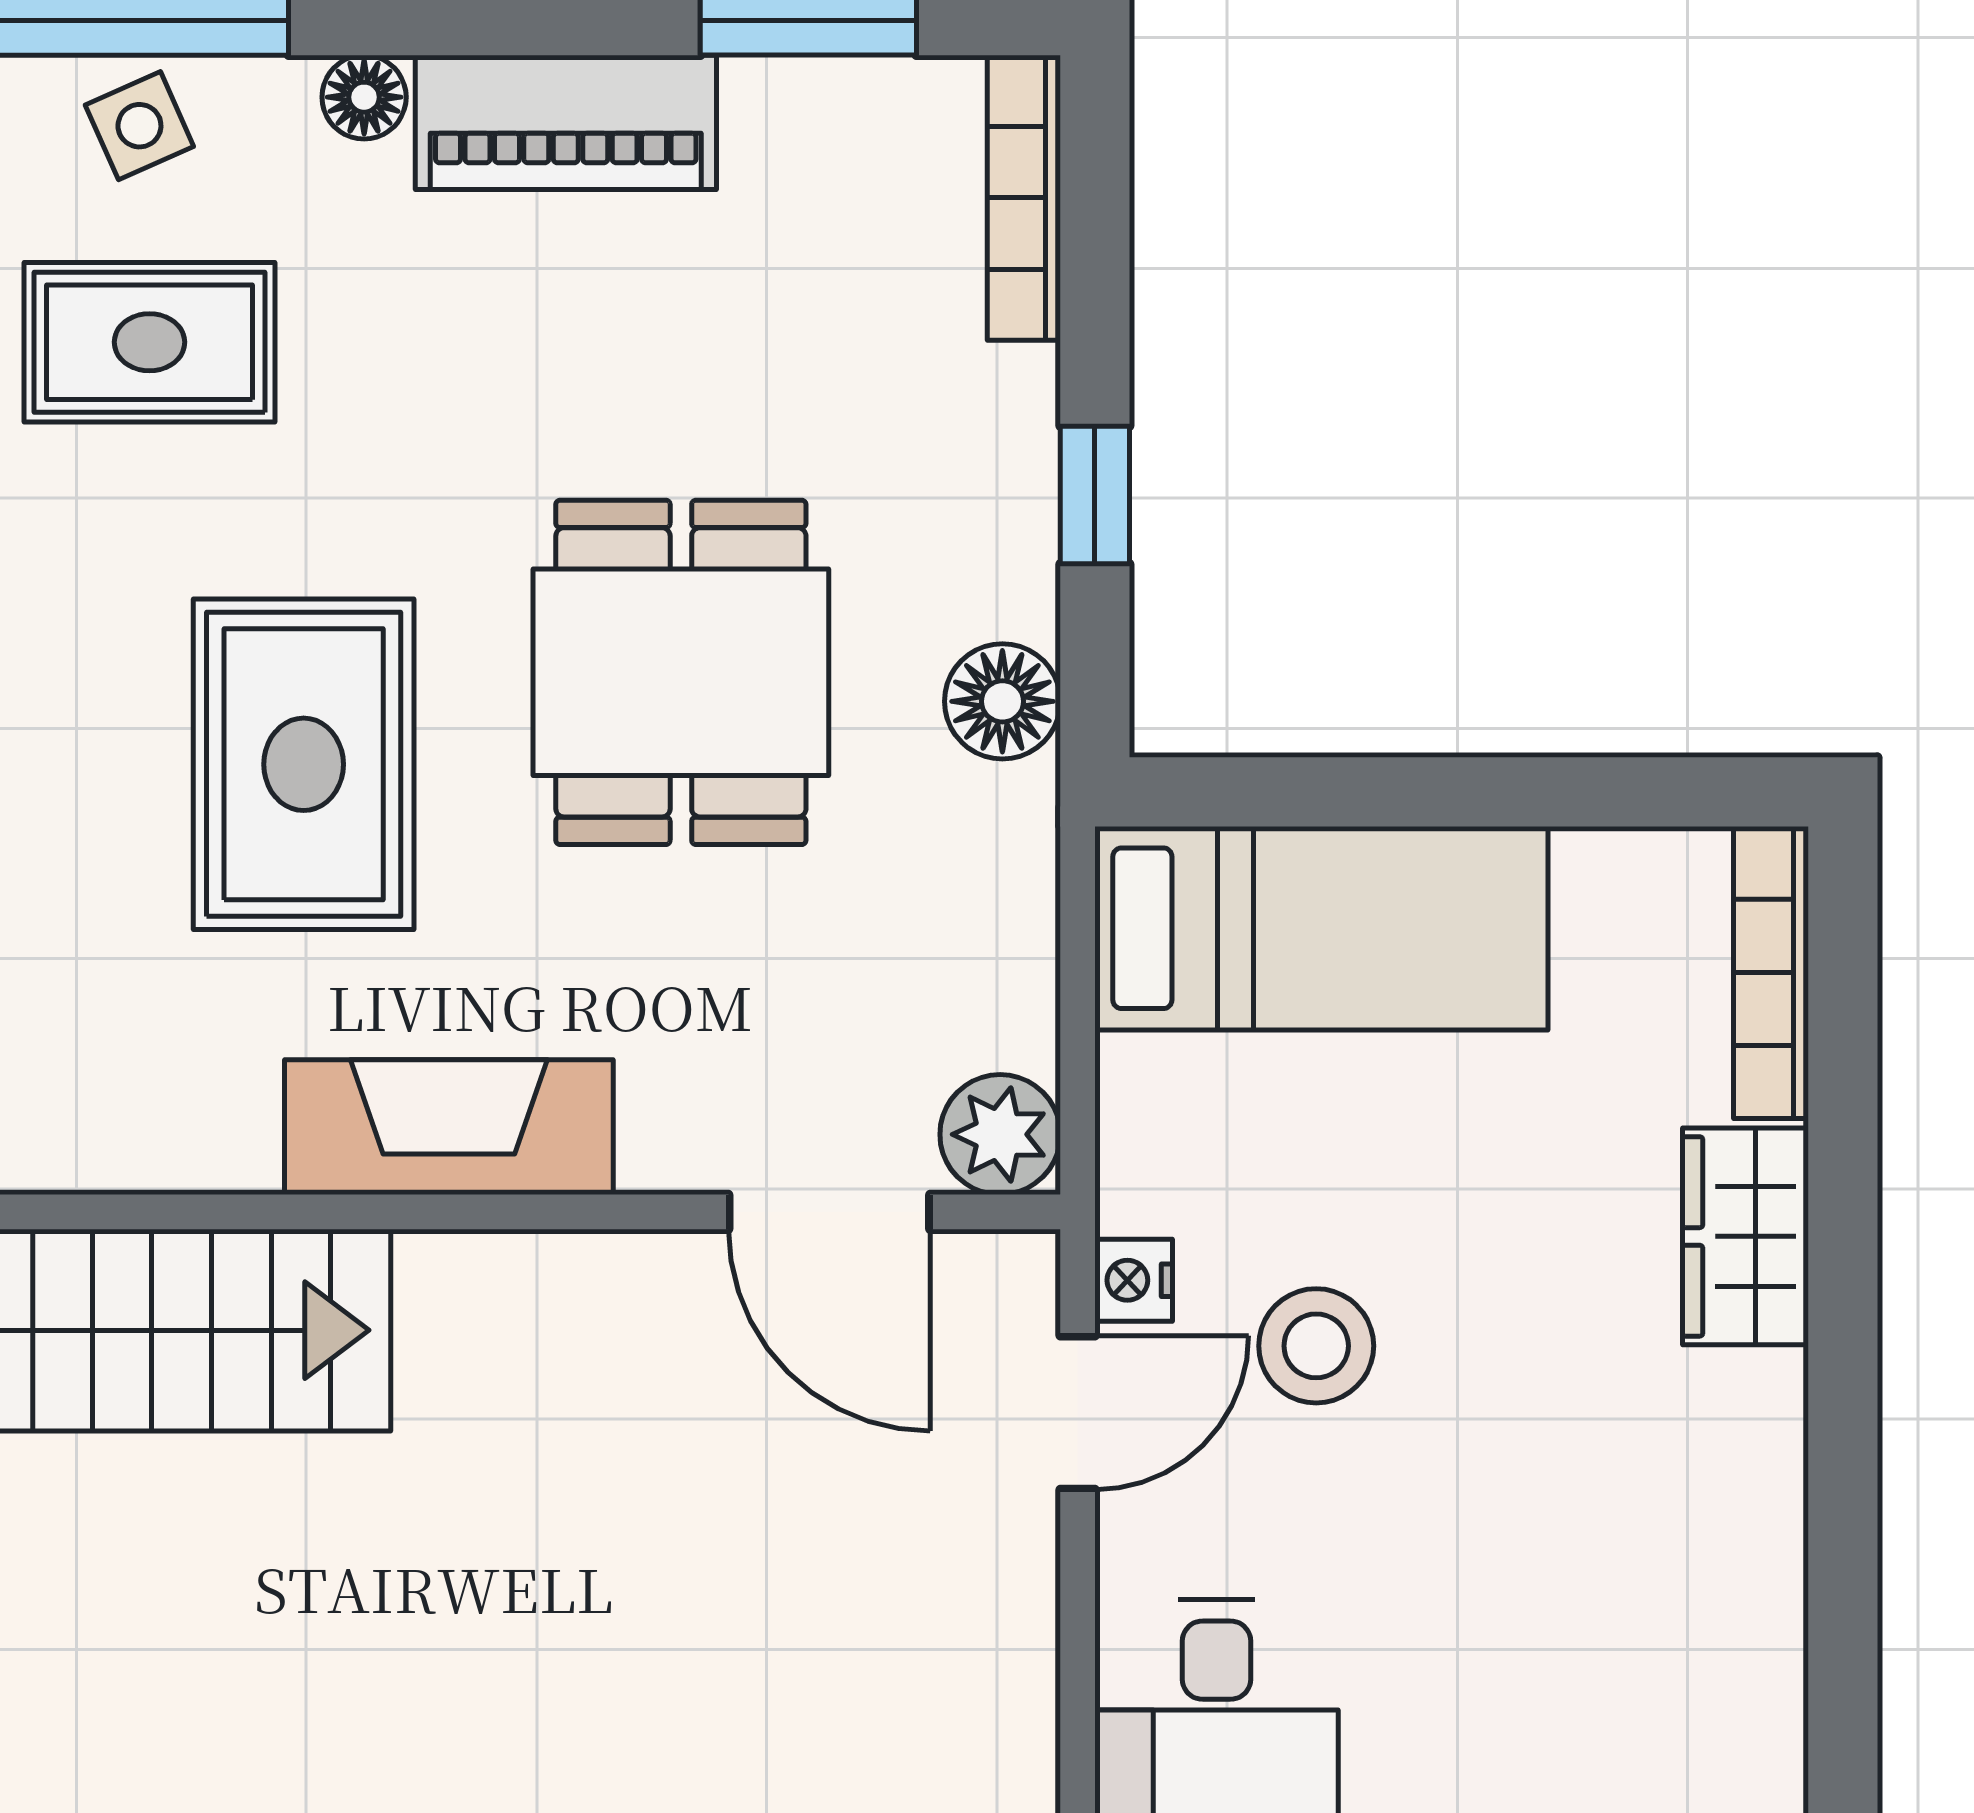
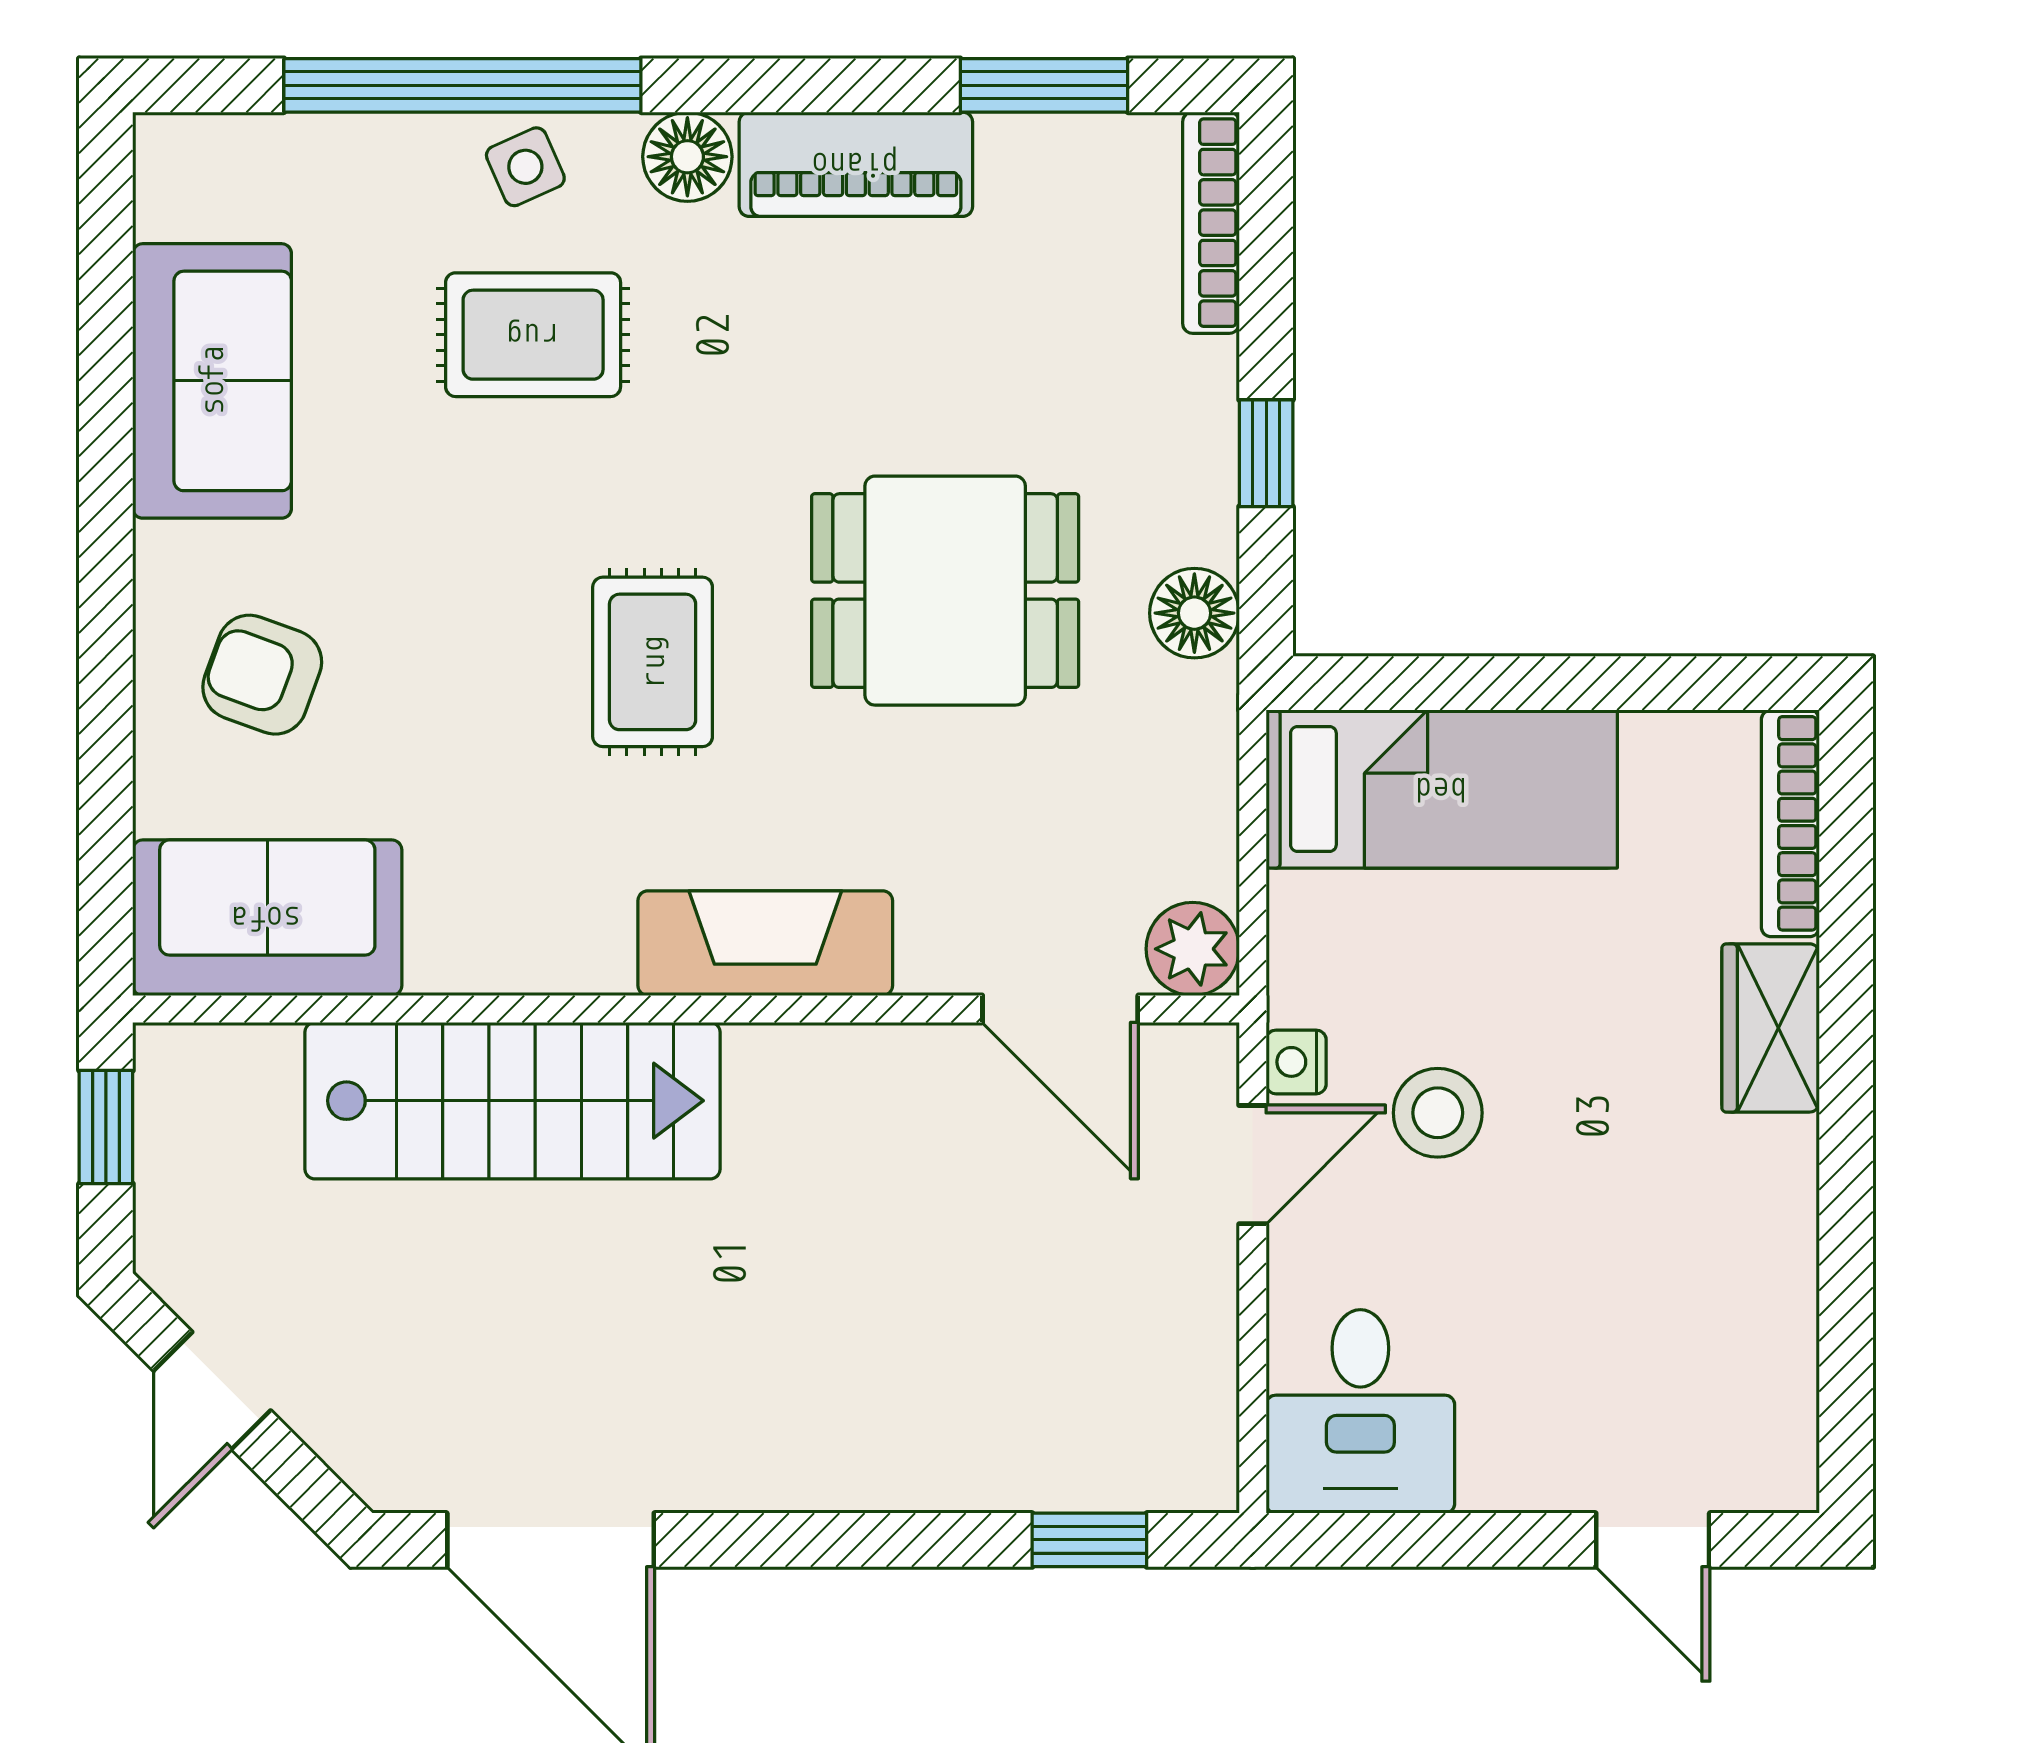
floor lamp: (364, 97) -> (687, 157), width x1.37, depth x1.37
dining table: (681, 672) -> (945, 591), turned 90
rug: (304, 764) -> (653, 662), width x0.73, depth x0.70

